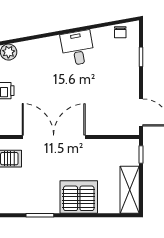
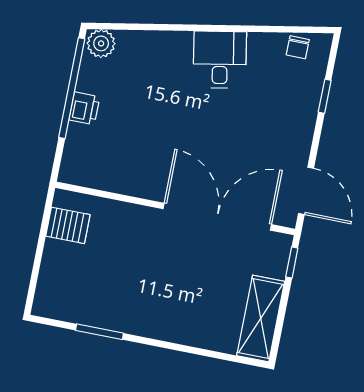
double door: (54, 137) -> (217, 217), moved
server rack: (79, 197) -> (172, 314), removed

